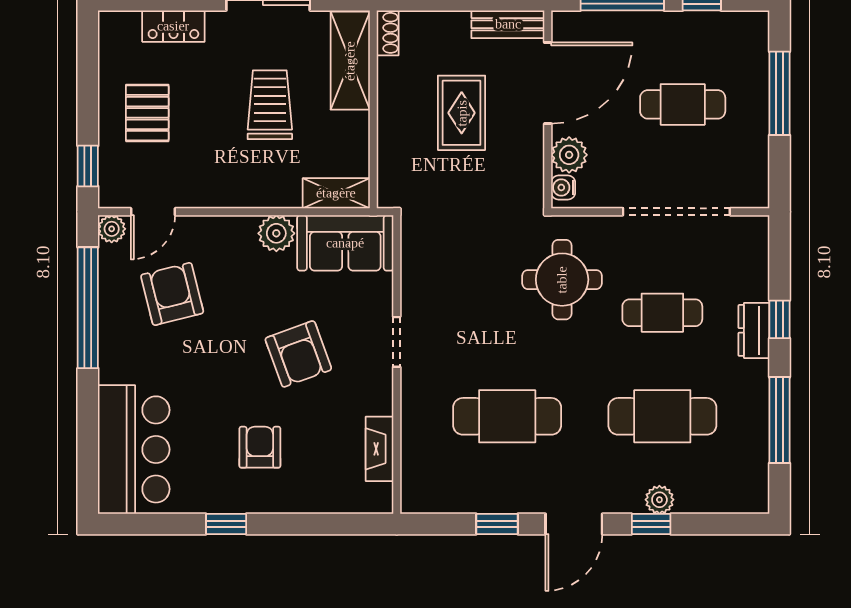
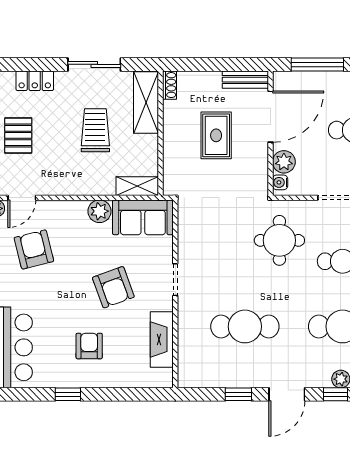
fireplace: (380, 449) -> (162, 339), width x1.37, depth x1.32

